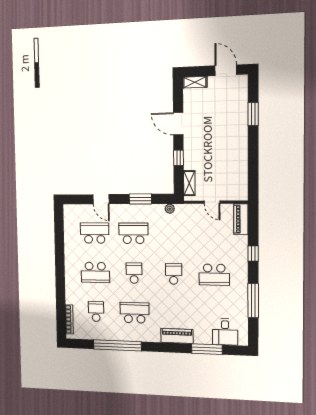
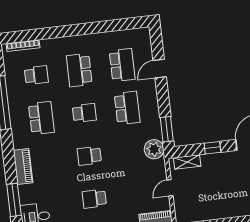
window: (140, 199) -> (167, 129), moved
plant: (170, 209) -> (154, 149), width x1.87, depth x1.87
school desk: (174, 274) -> (89, 156), turned 180
school desk: (214, 275) -> (94, 199), width x0.54

